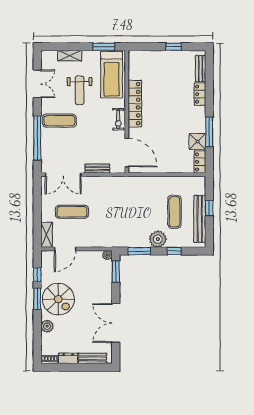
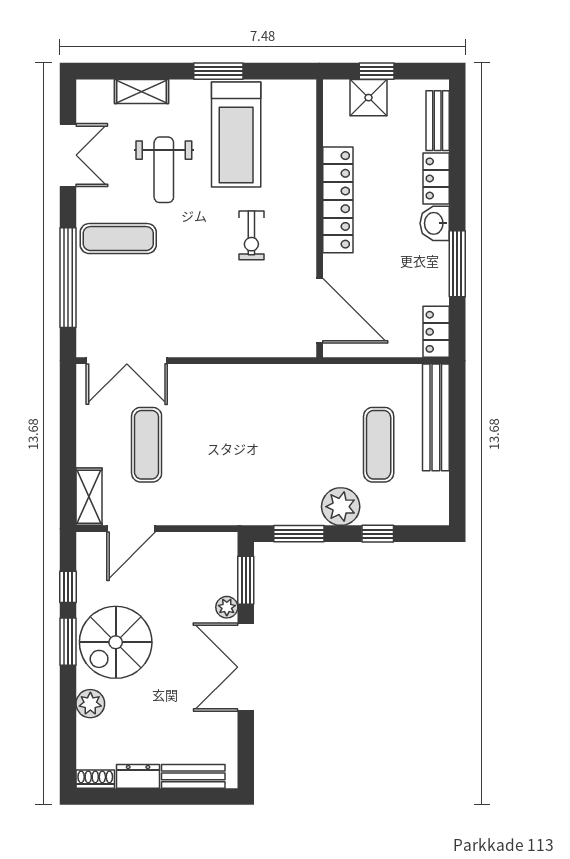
locker: (135, 104) -> (338, 200), moved
wall: (127, 112) -> (320, 218), moved
washbasin: (199, 114) -> (435, 223), added
shower: (198, 142) -> (369, 98), moved
door: (127, 153) -> (320, 311), moved
bench: (97, 168) -> (204, 347), removed
window: (209, 208) -> (457, 436), removed
exercise mat: (72, 212) -> (147, 445), turned 90
bench: (200, 219) -> (436, 417), moved
plant: (107, 255) -> (227, 607), moved
spiral stairs: (58, 299) -> (116, 642), turned 90
double door: (116, 323) -> (246, 667), moved

